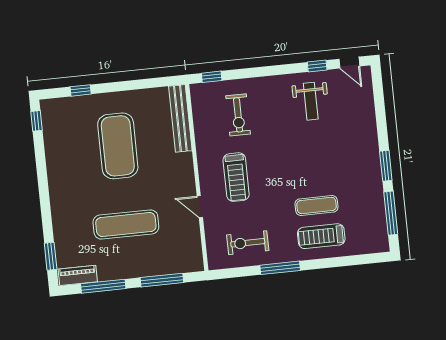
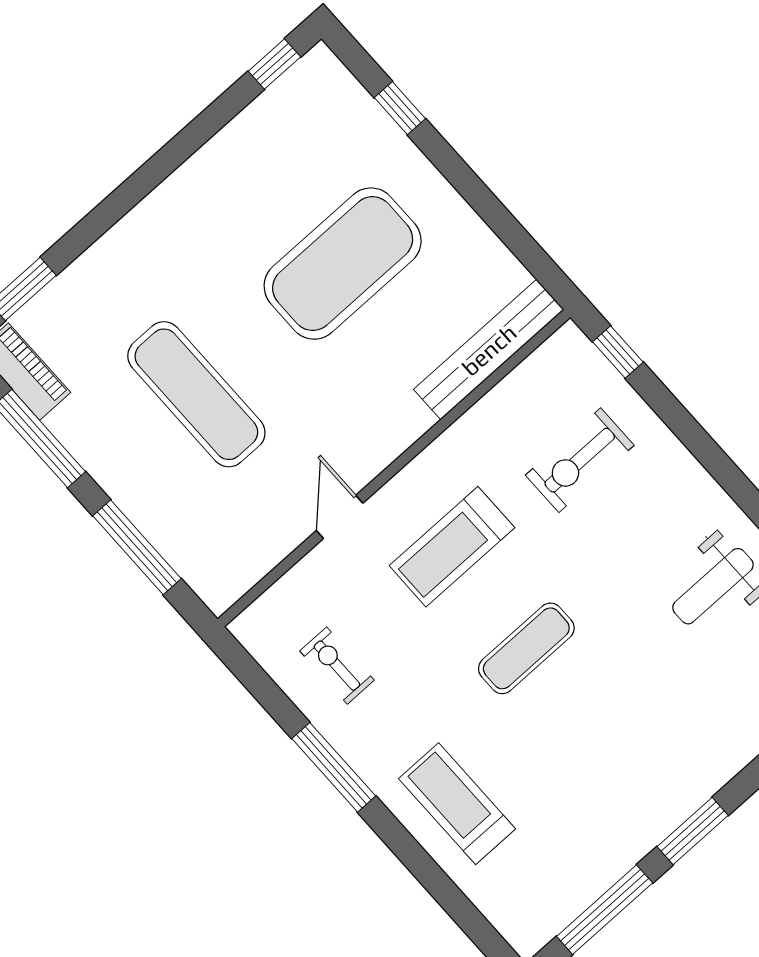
exercise mat: (317, 205) -> (526, 648), moved, turned 90
exercise bike: (248, 243) -> (337, 666), width x0.73, depth x0.72

